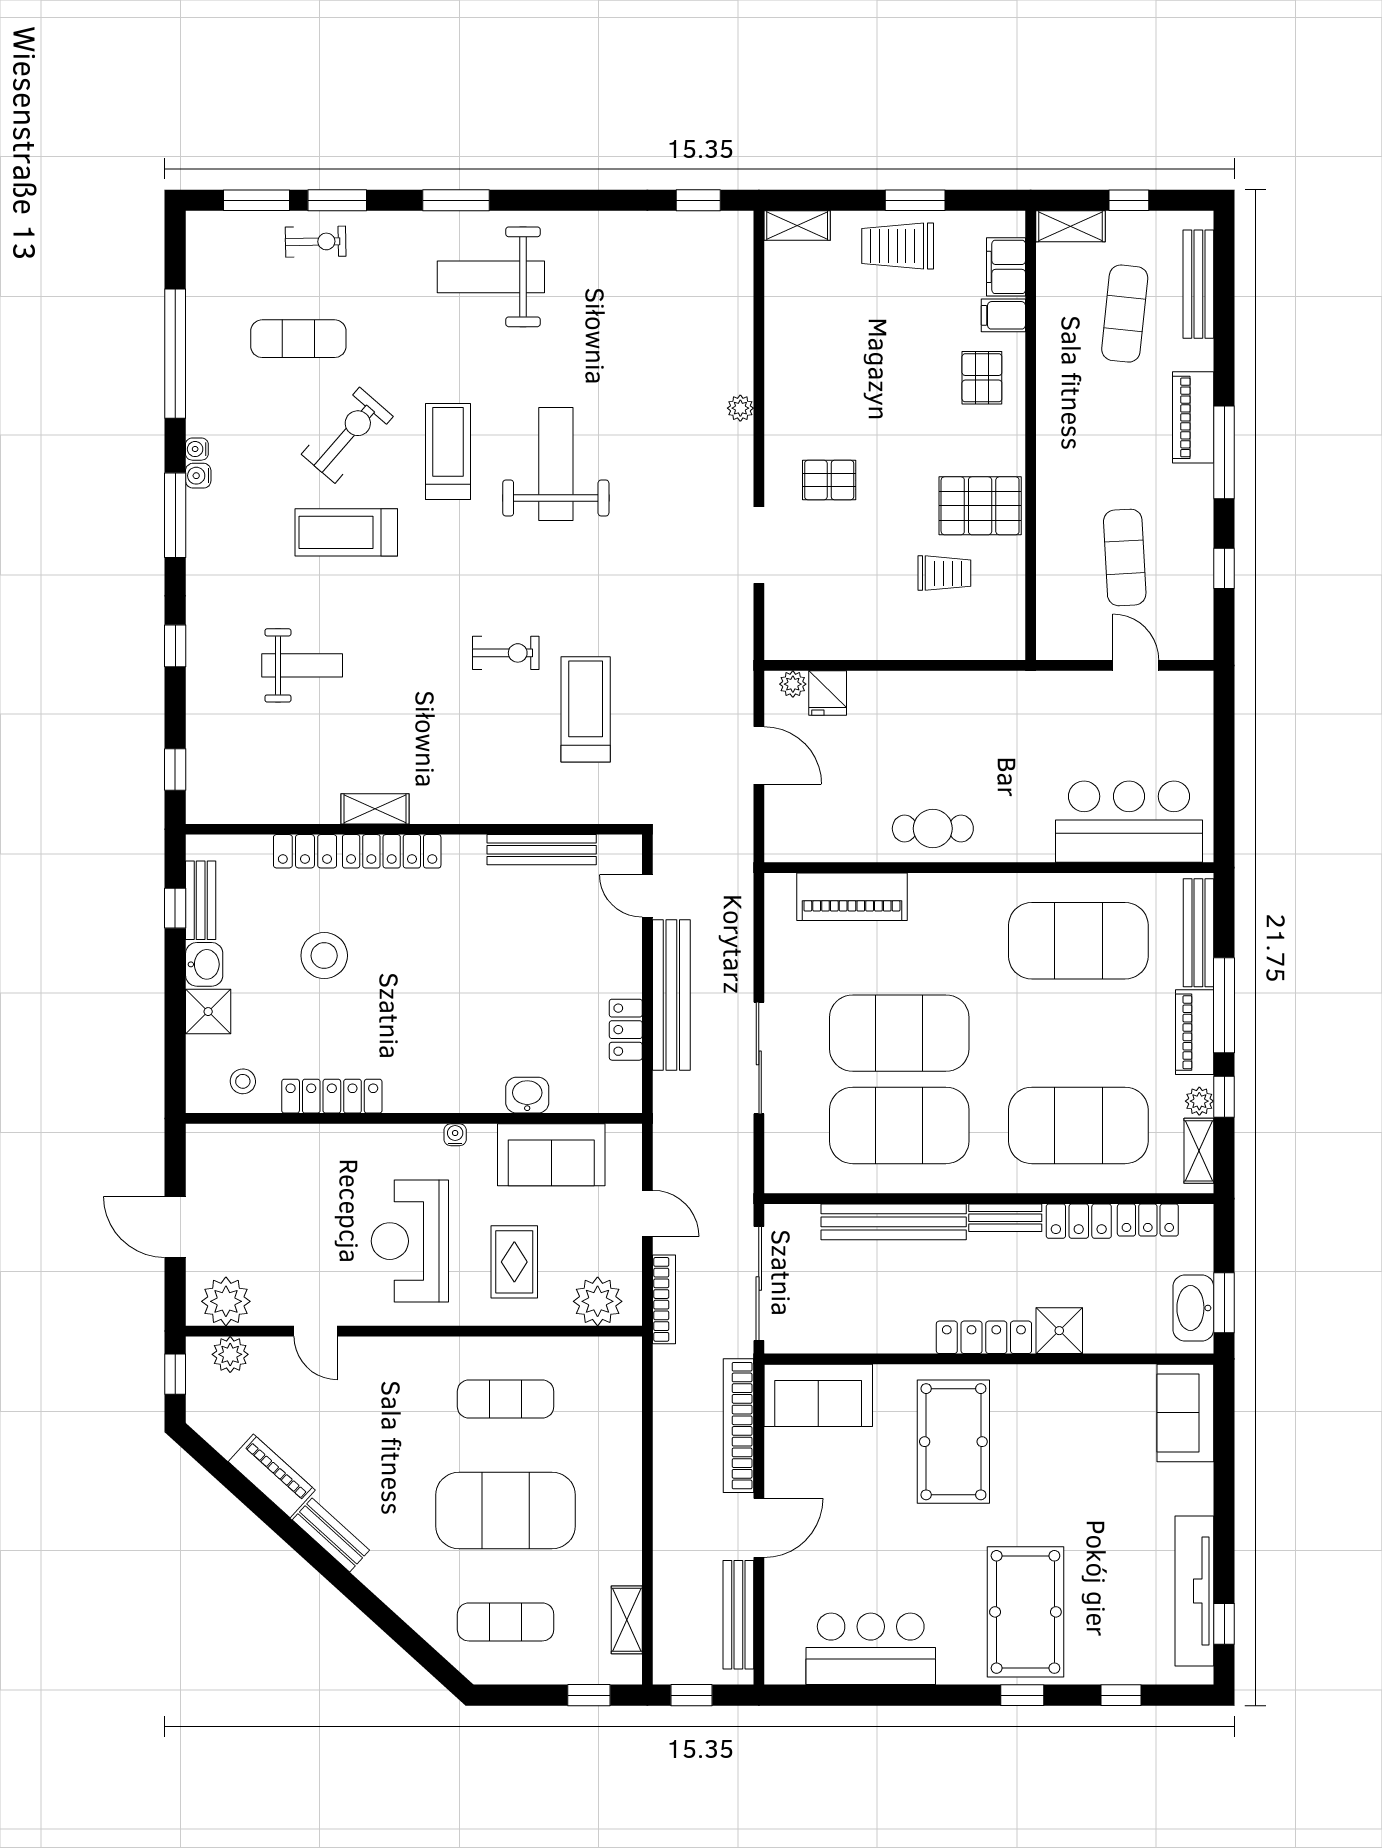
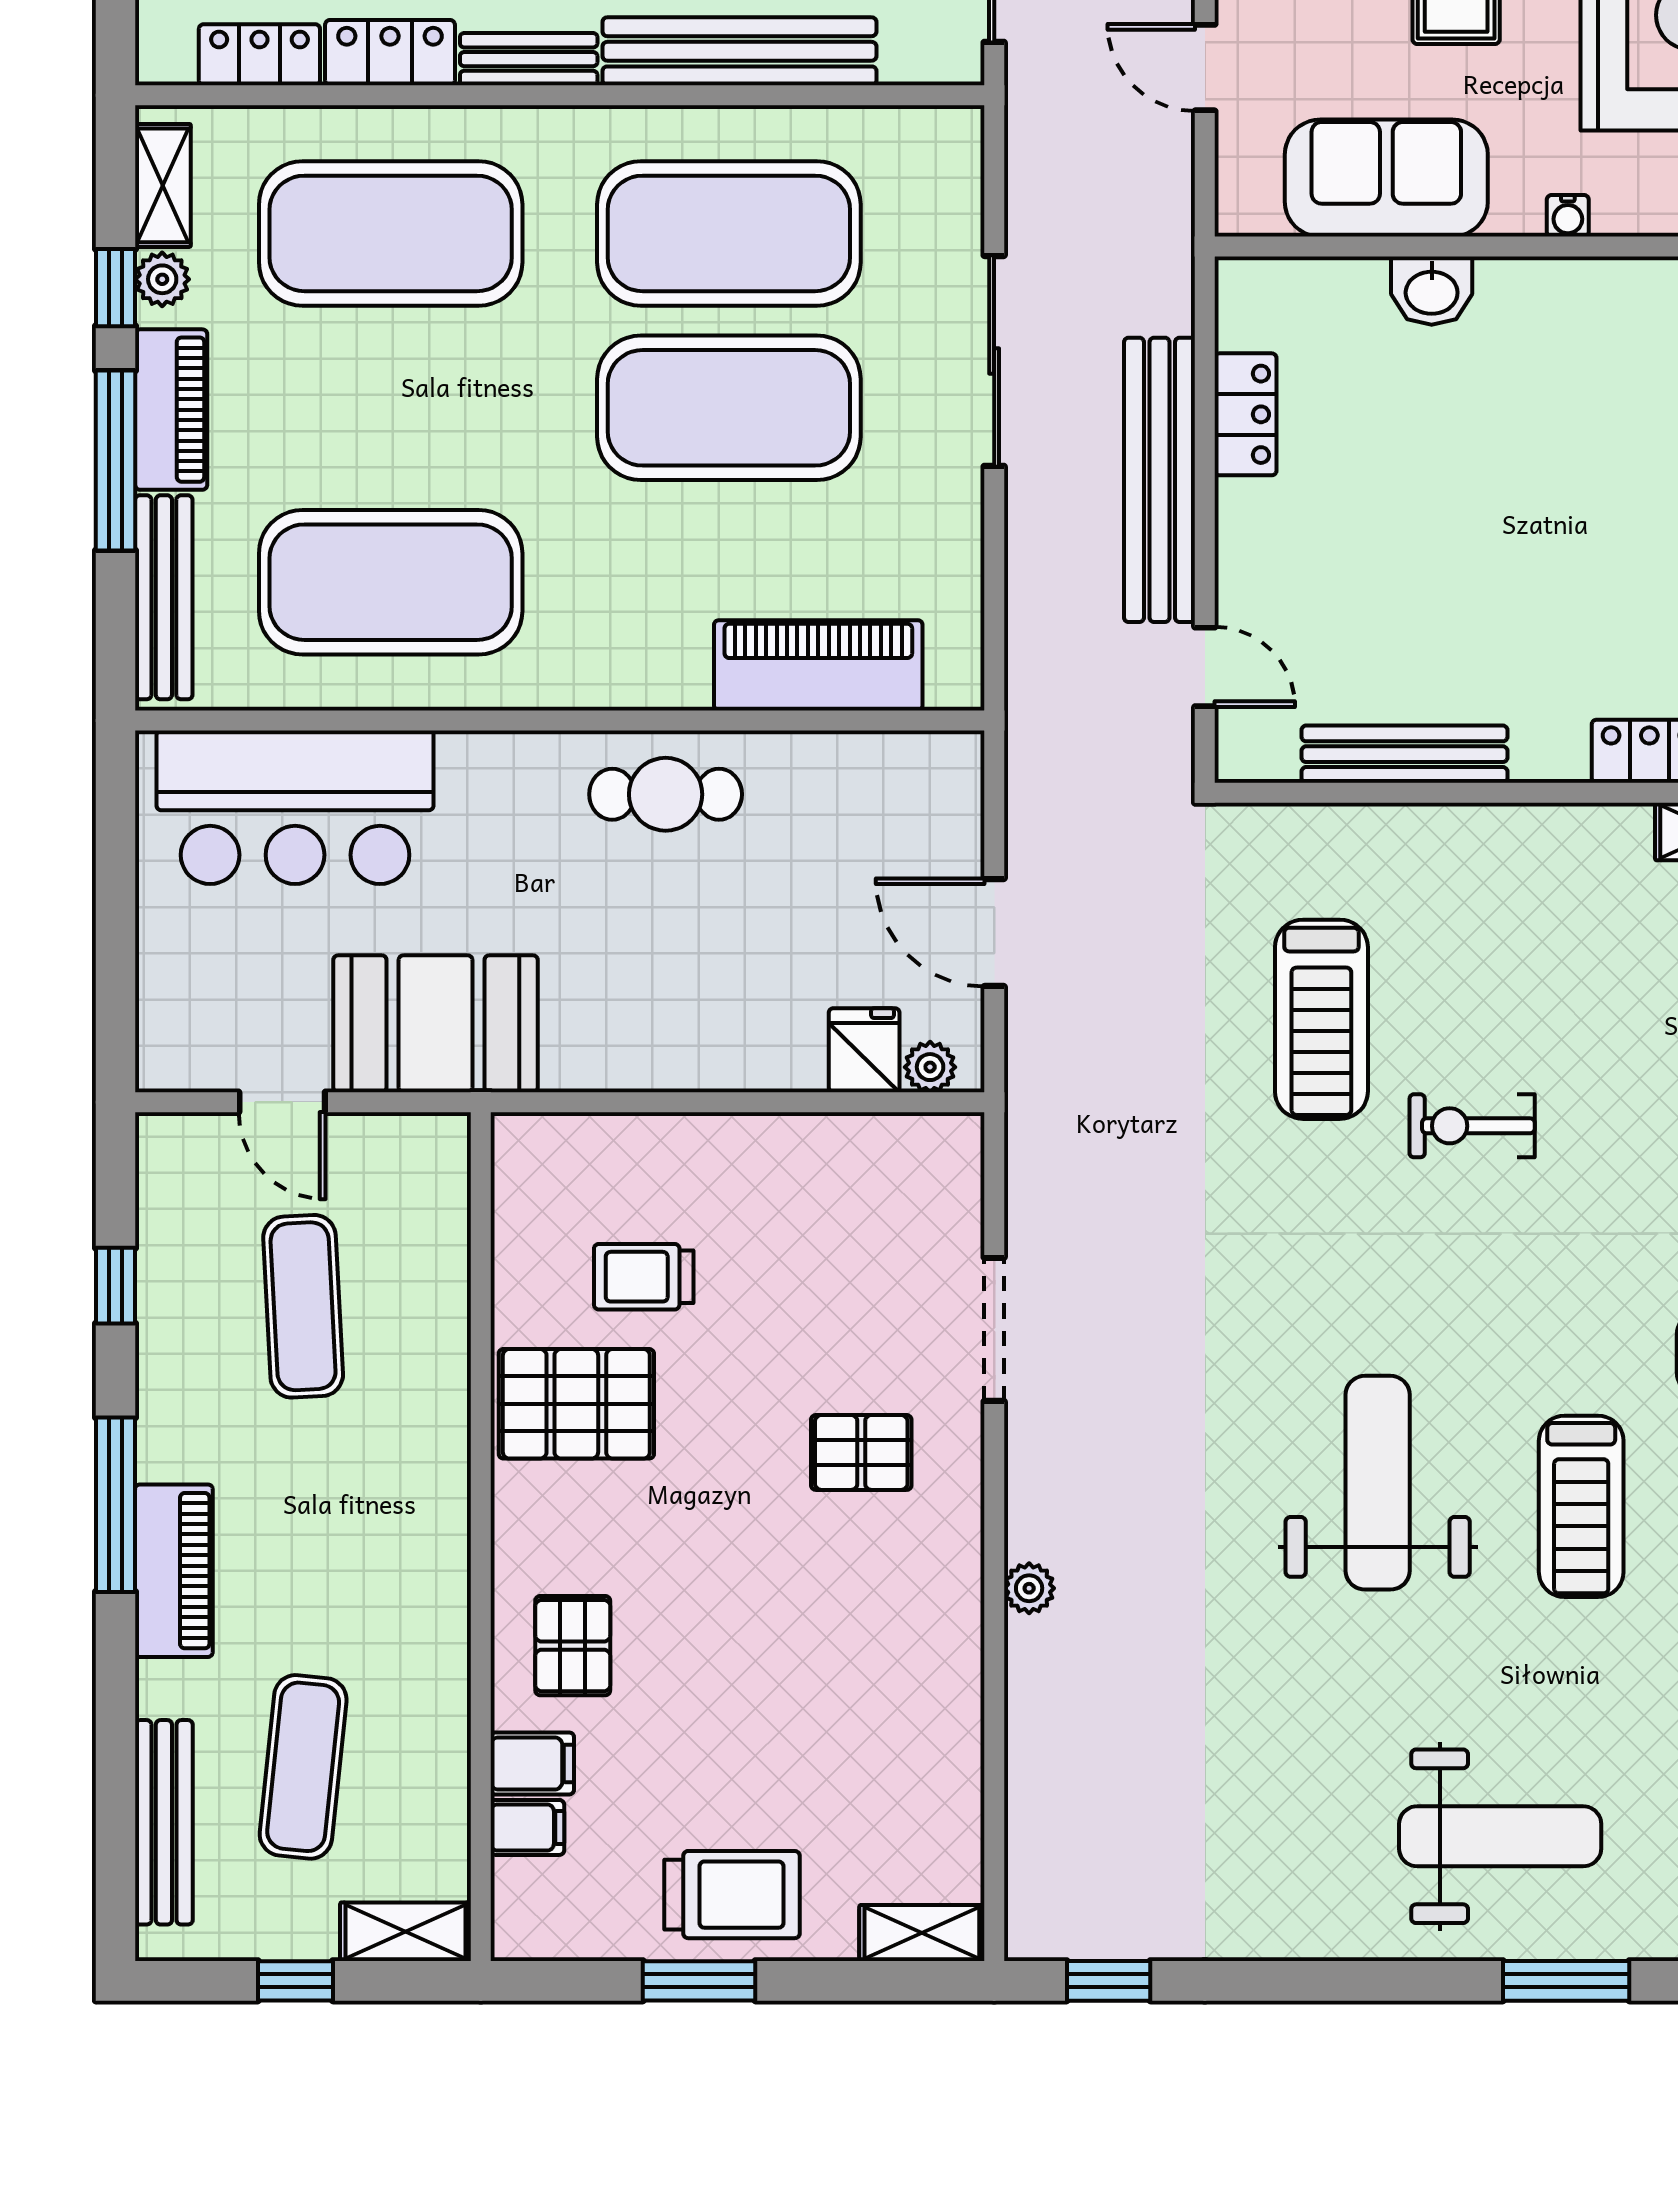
filing cabinet: (1006, 267) -> (527, 1827), width x0.50
weight bench: (556, 464) -> (1378, 1483), turned 180
booth: (1055, 707) -> (436, 1024), added

